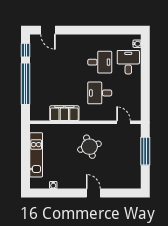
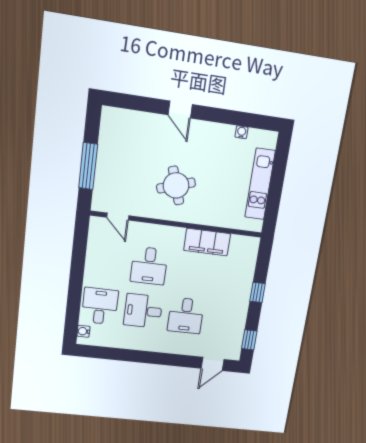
door: (48, 30) -> (212, 364), swing flipped
desk: (71, 62) -> (186, 316), added
desk: (128, 62) -> (100, 306), turned 180
window: (26, 84) -> (258, 292), width x0.32
desk: (100, 93) -> (149, 266), turned 90

